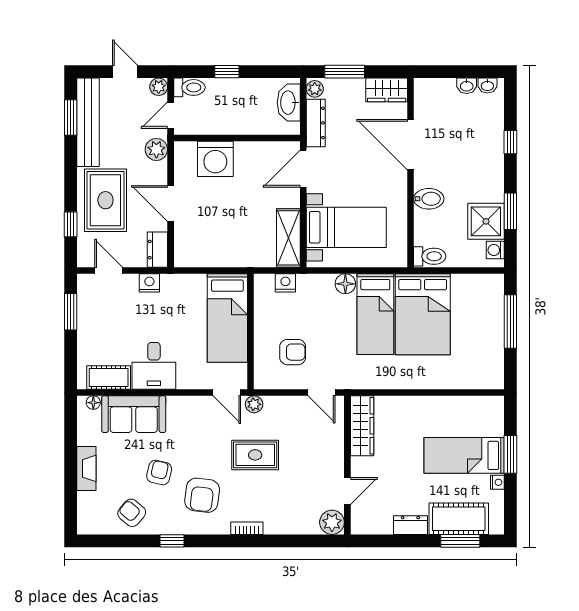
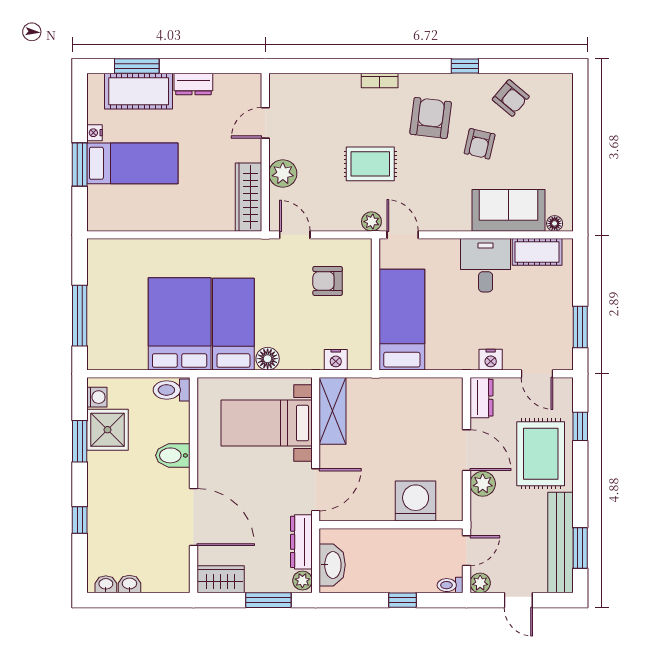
toilet: (189, 87) -> (450, 585), width x0.73, depth x0.72
plant: (156, 149) -> (483, 484), moved
fireplace: (86, 468) -> (562, 148), removed
plant: (332, 522) -> (283, 174), moved

